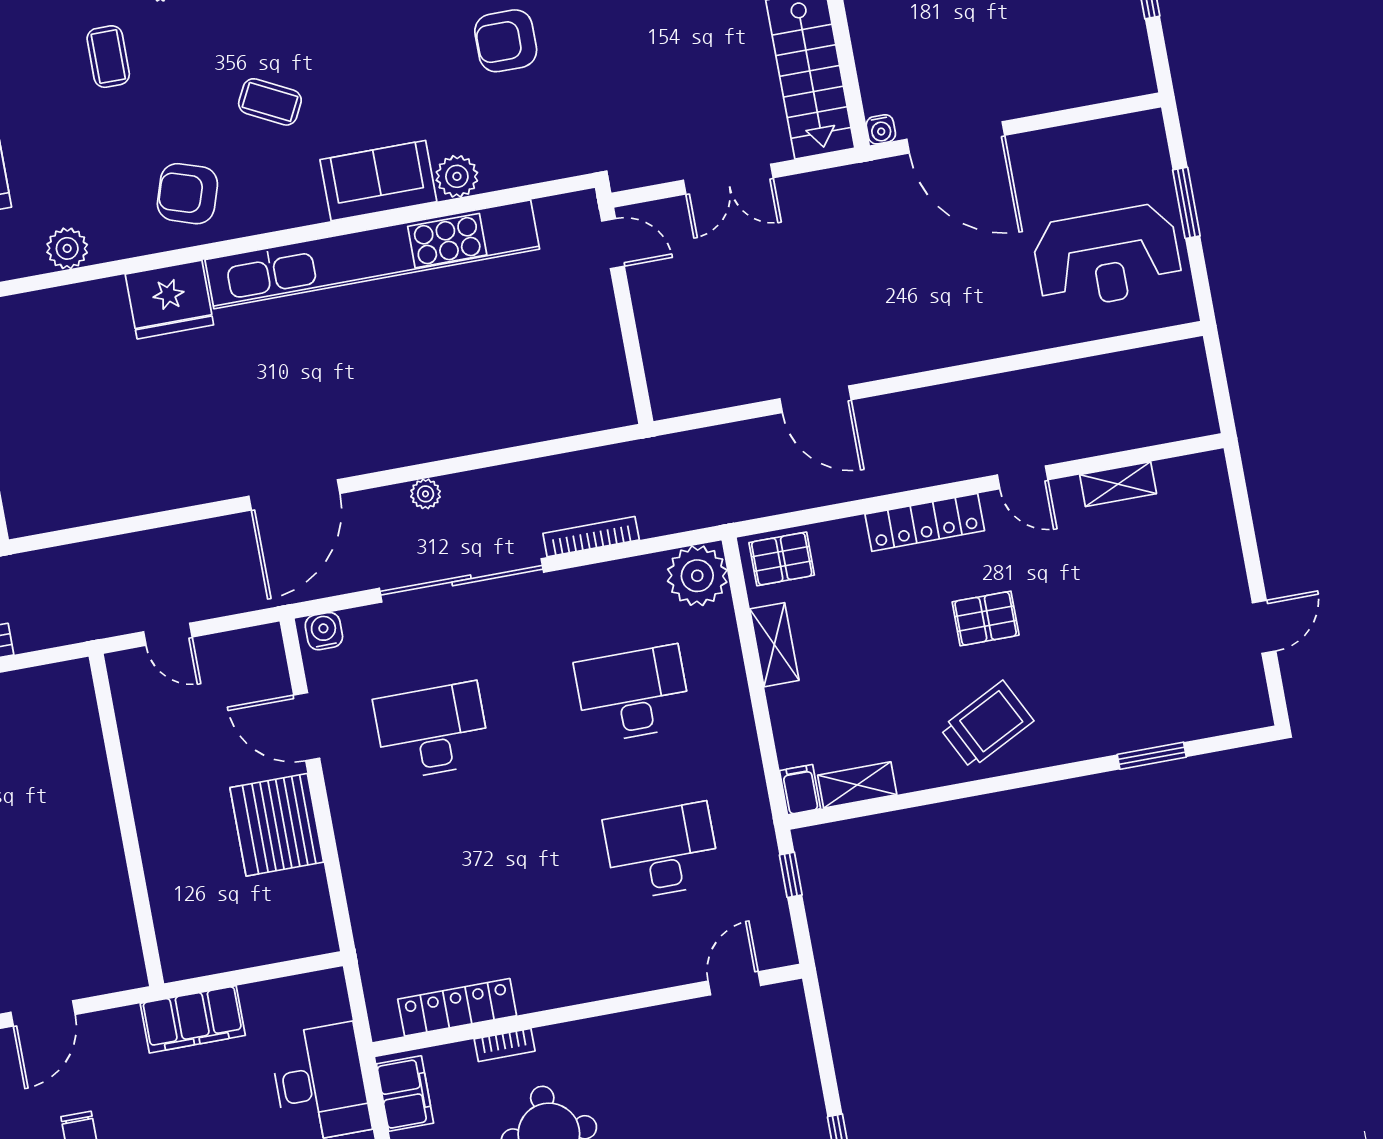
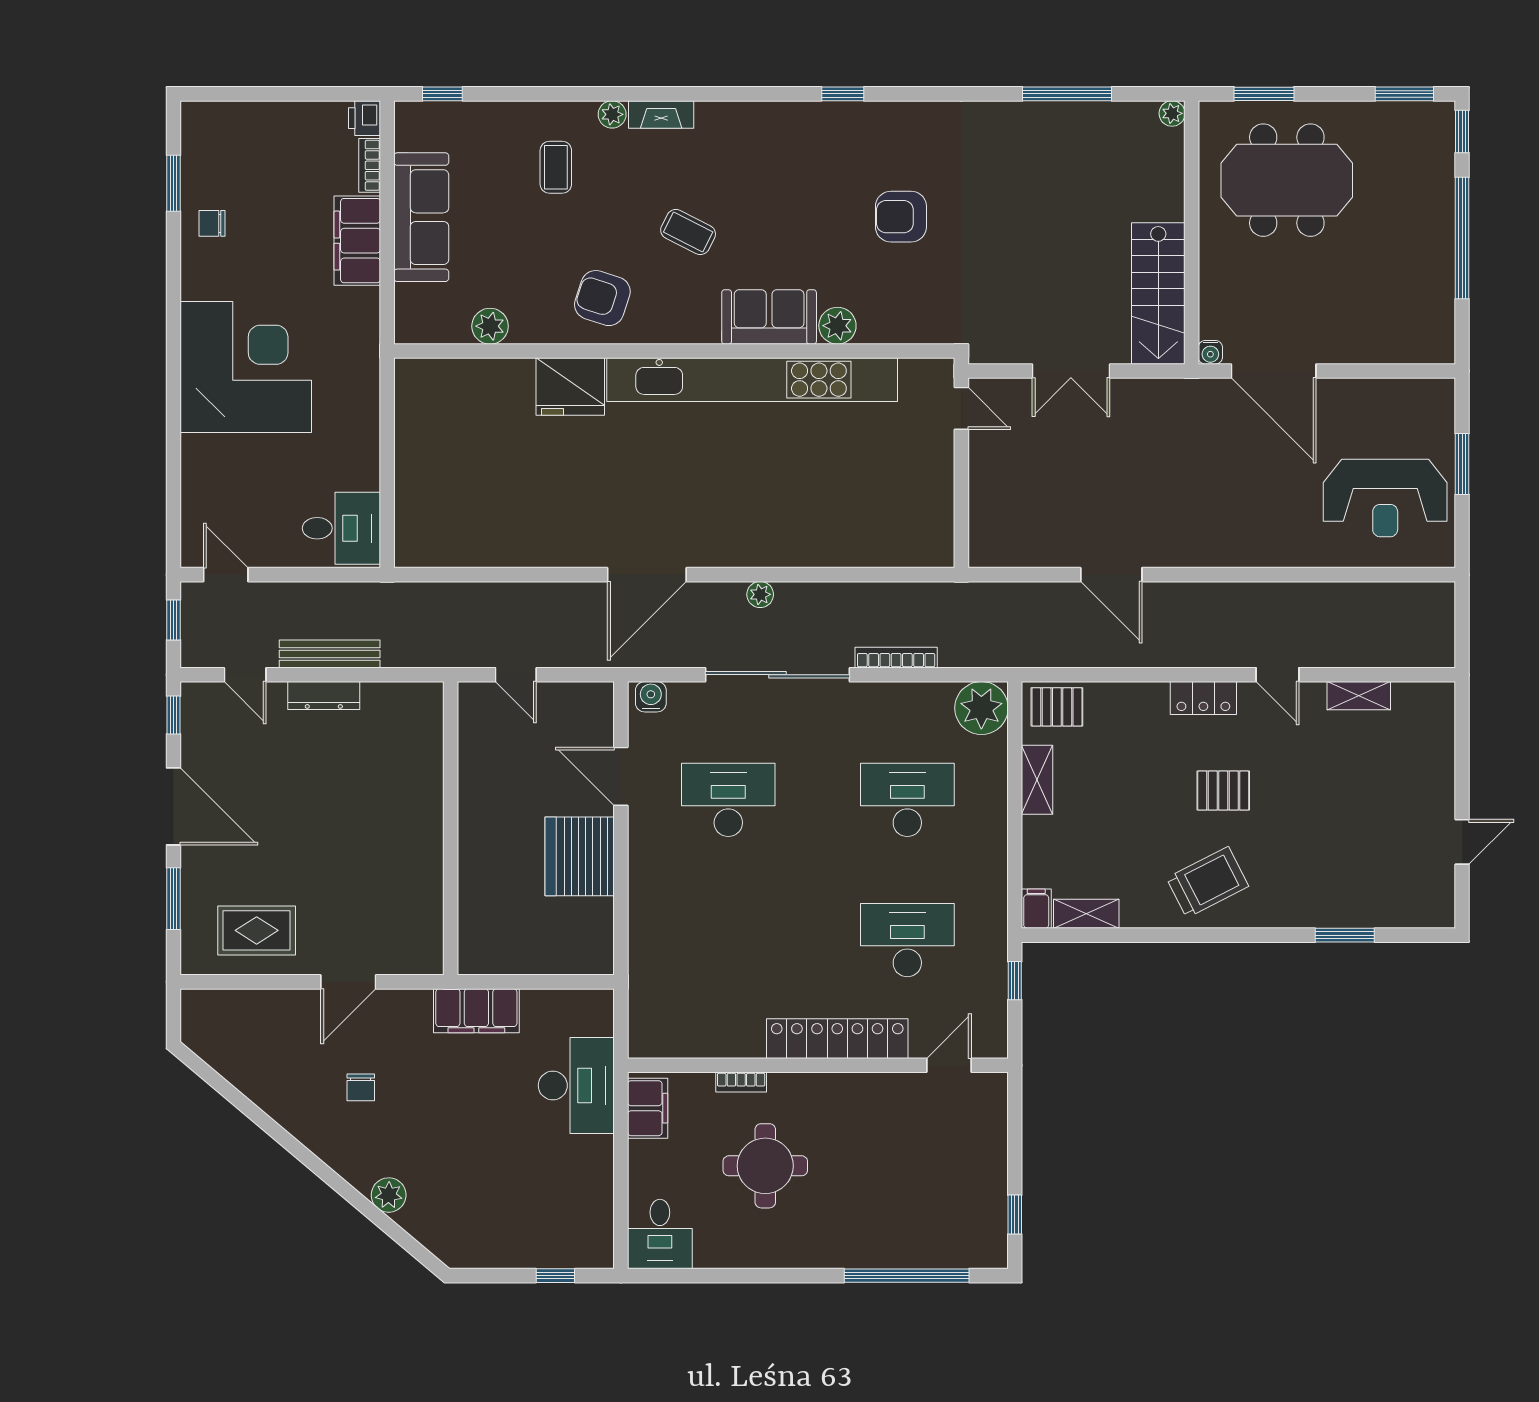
locker: (925, 522) -> (1203, 698), width x0.66
locker: (457, 1007) -> (837, 1039), moved, width x1.41, depth x1.21

